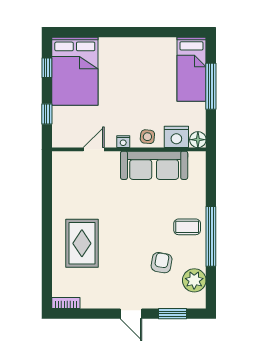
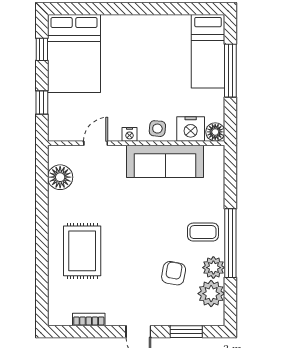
floor lamp: (63, 179) -> (60, 177), added
plant: (196, 258) -> (213, 268), added
bookcase: (66, 303) -> (89, 319), moved

